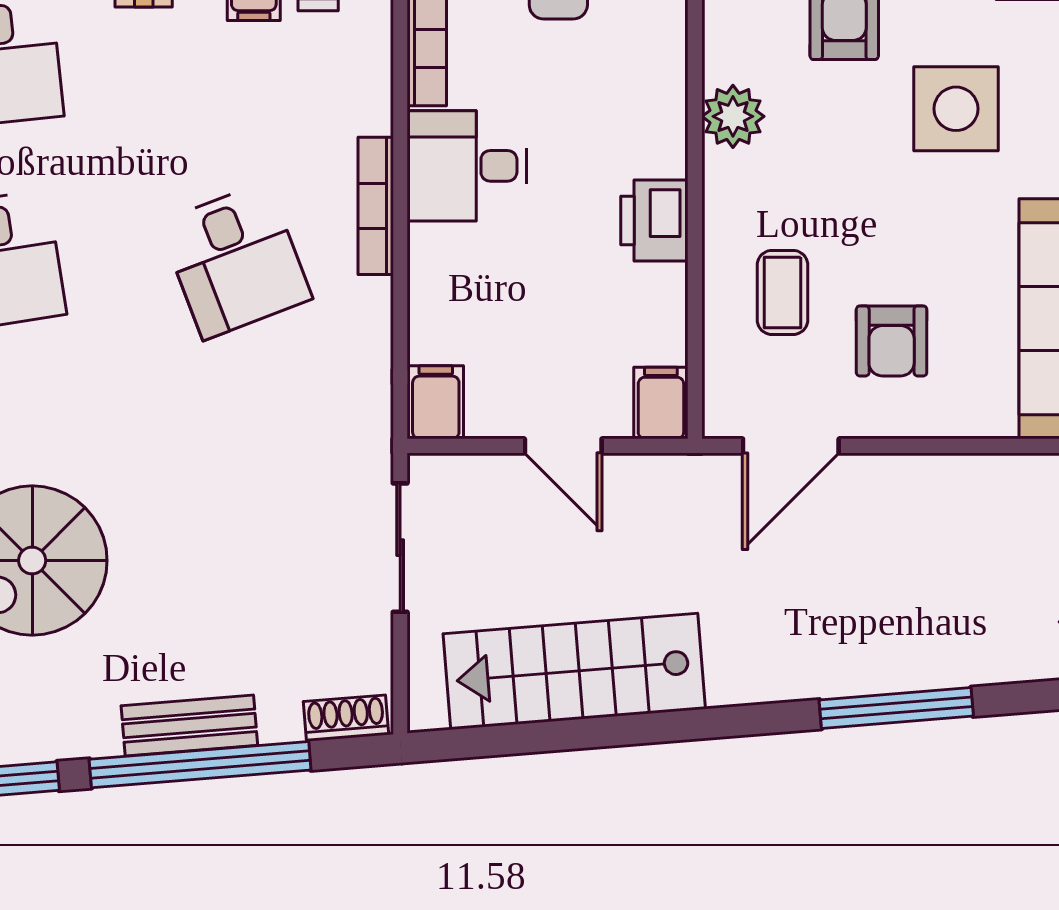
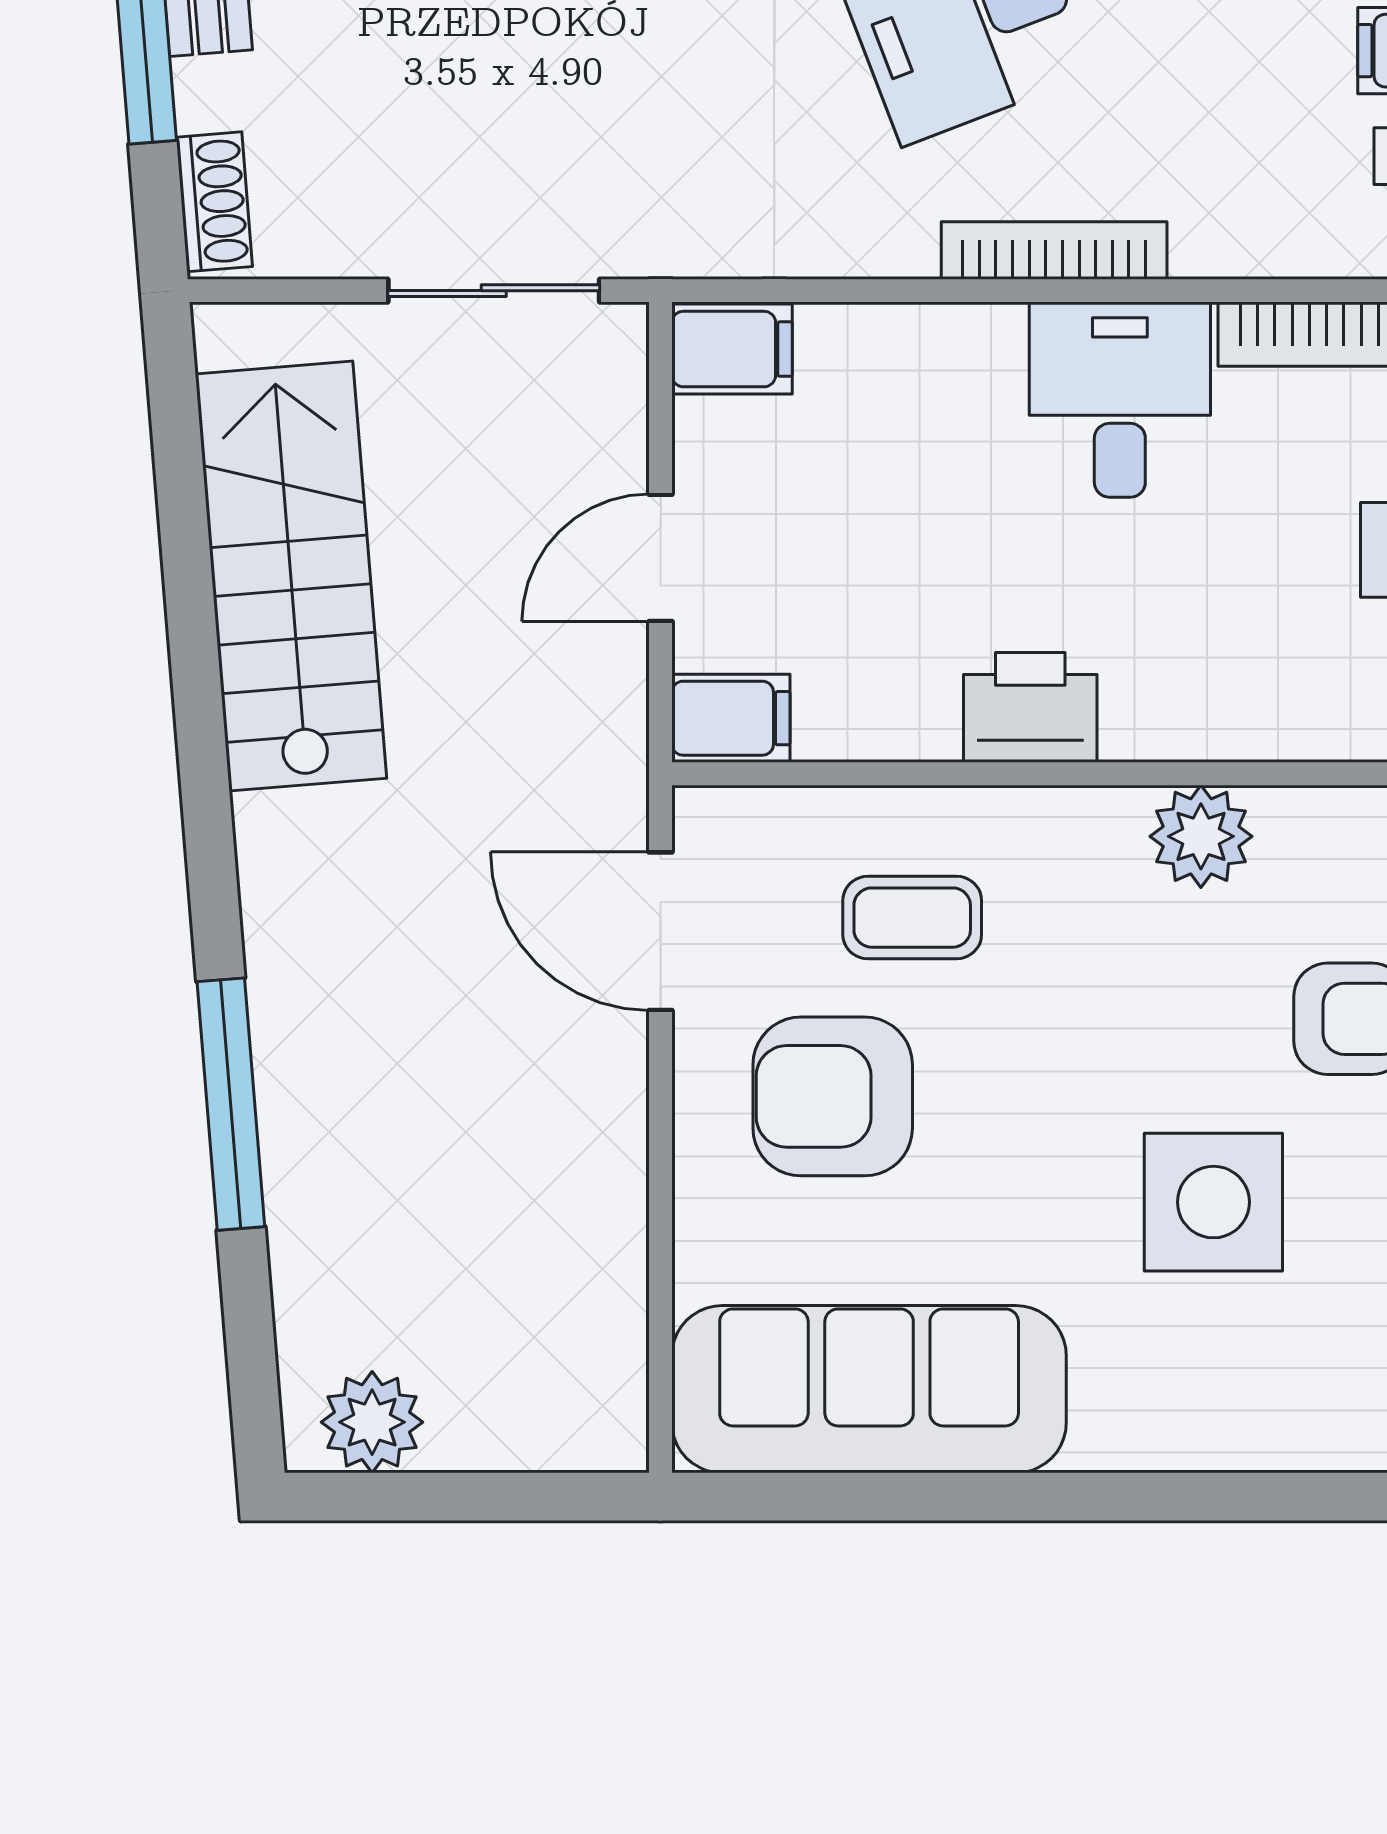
armchair: (892, 341) -> (833, 1096), width x1.38, depth x1.38

